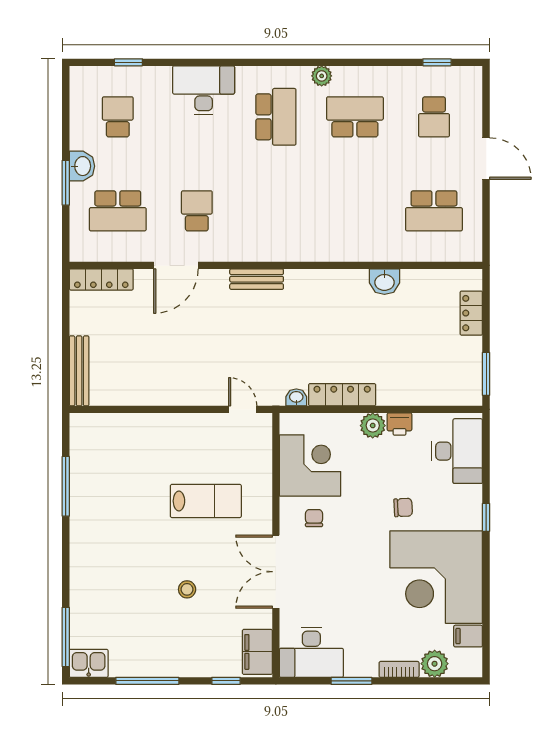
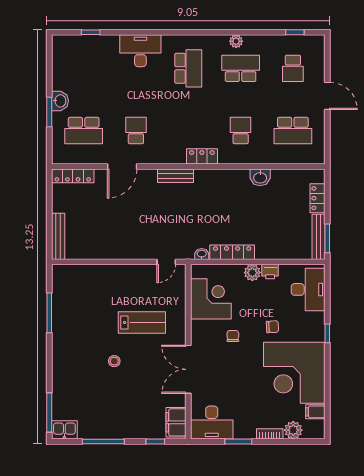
plant: (322, 76) -> (236, 41), moved
school desk: (118, 117) -> (241, 131), moved
locker: (297, 250) -> (202, 156), added
bench: (473, 371) -> (319, 237), added
door: (243, 409) -> (166, 262), swing flipped
chair: (314, 518) -> (233, 336), moved
stool: (187, 589) -> (114, 361), moved

